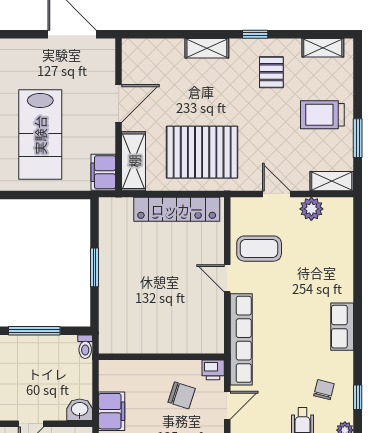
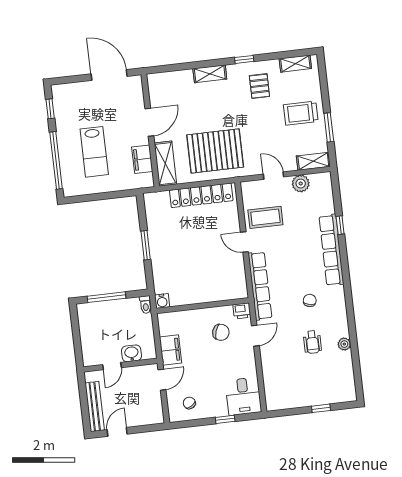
lab bench: (40, 135) -> (94, 152), width x0.73, depth x0.72
filing cabinet: (103, 172) -> (142, 159), moved
row of seats: (342, 327) -> (331, 250), width x2.02
water cooler: (108, 344) -> (162, 301), added
chair: (324, 390) -> (310, 300), moved
window: (358, 397) -> (340, 225), moved
washbasin: (80, 410) -> (131, 353), moved

